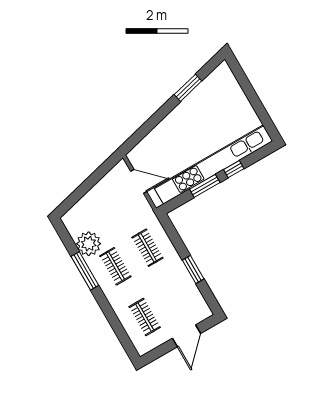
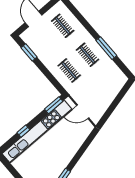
window: (205, 186) -> (54, 105), moved
plant: (89, 244) -> (107, 66), removed
window: (193, 270) -> (29, 52), moved

